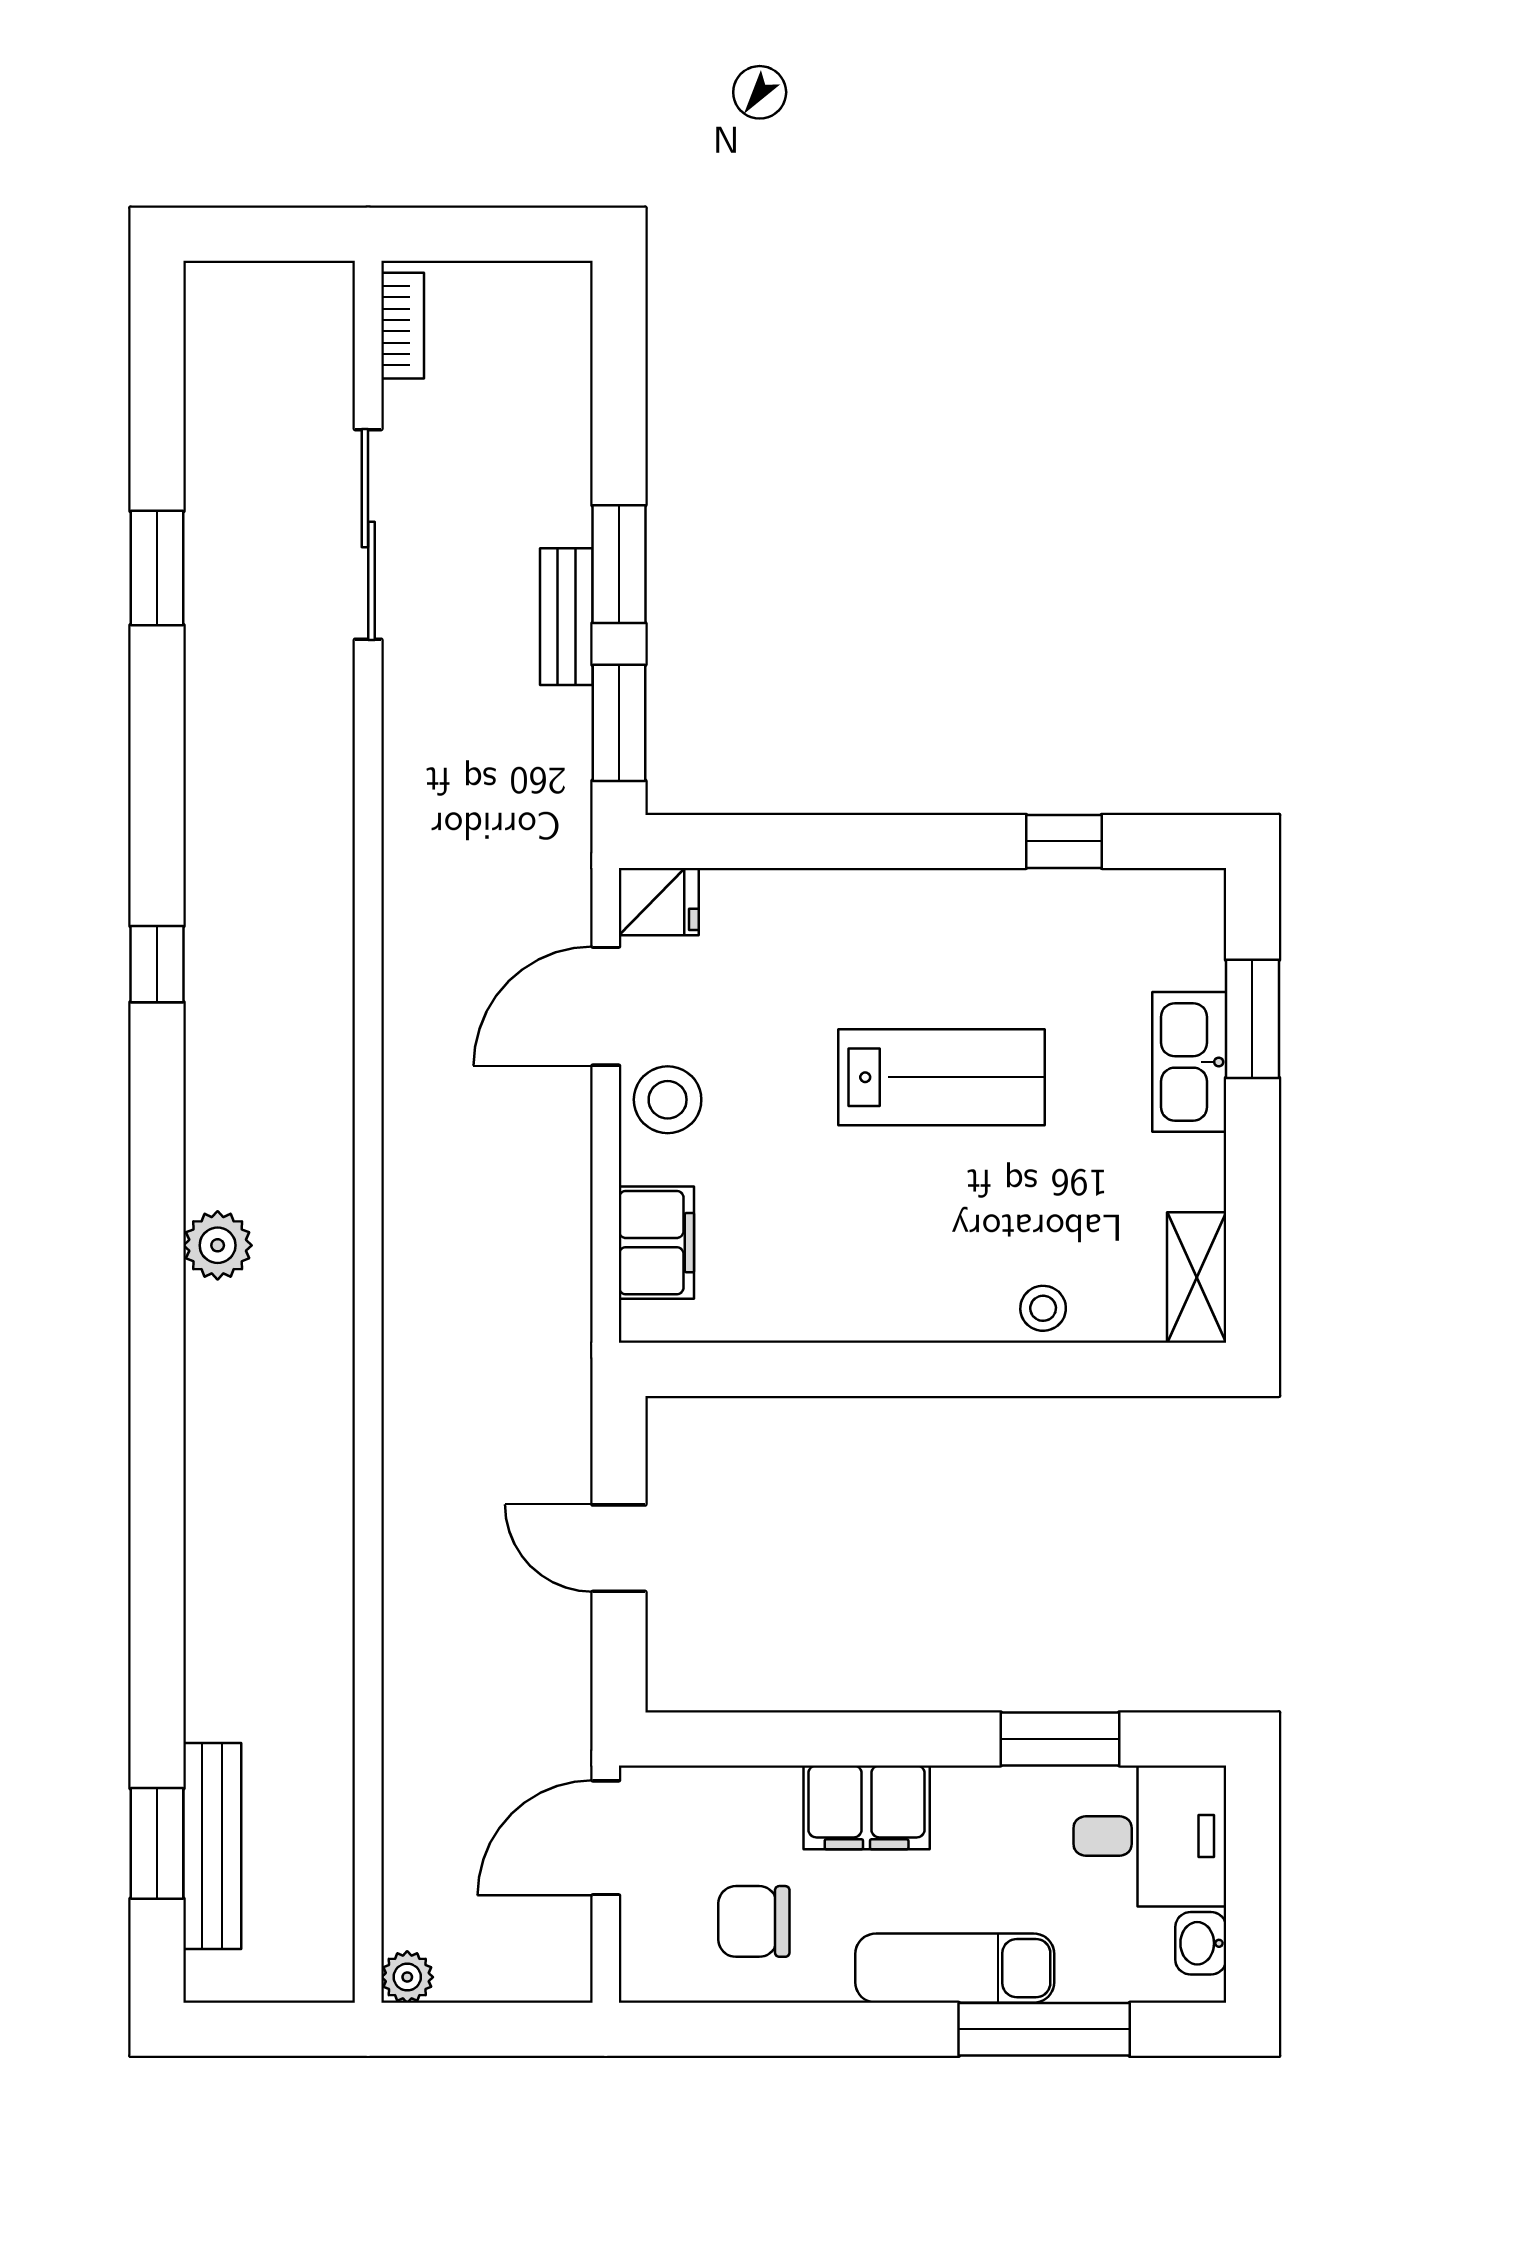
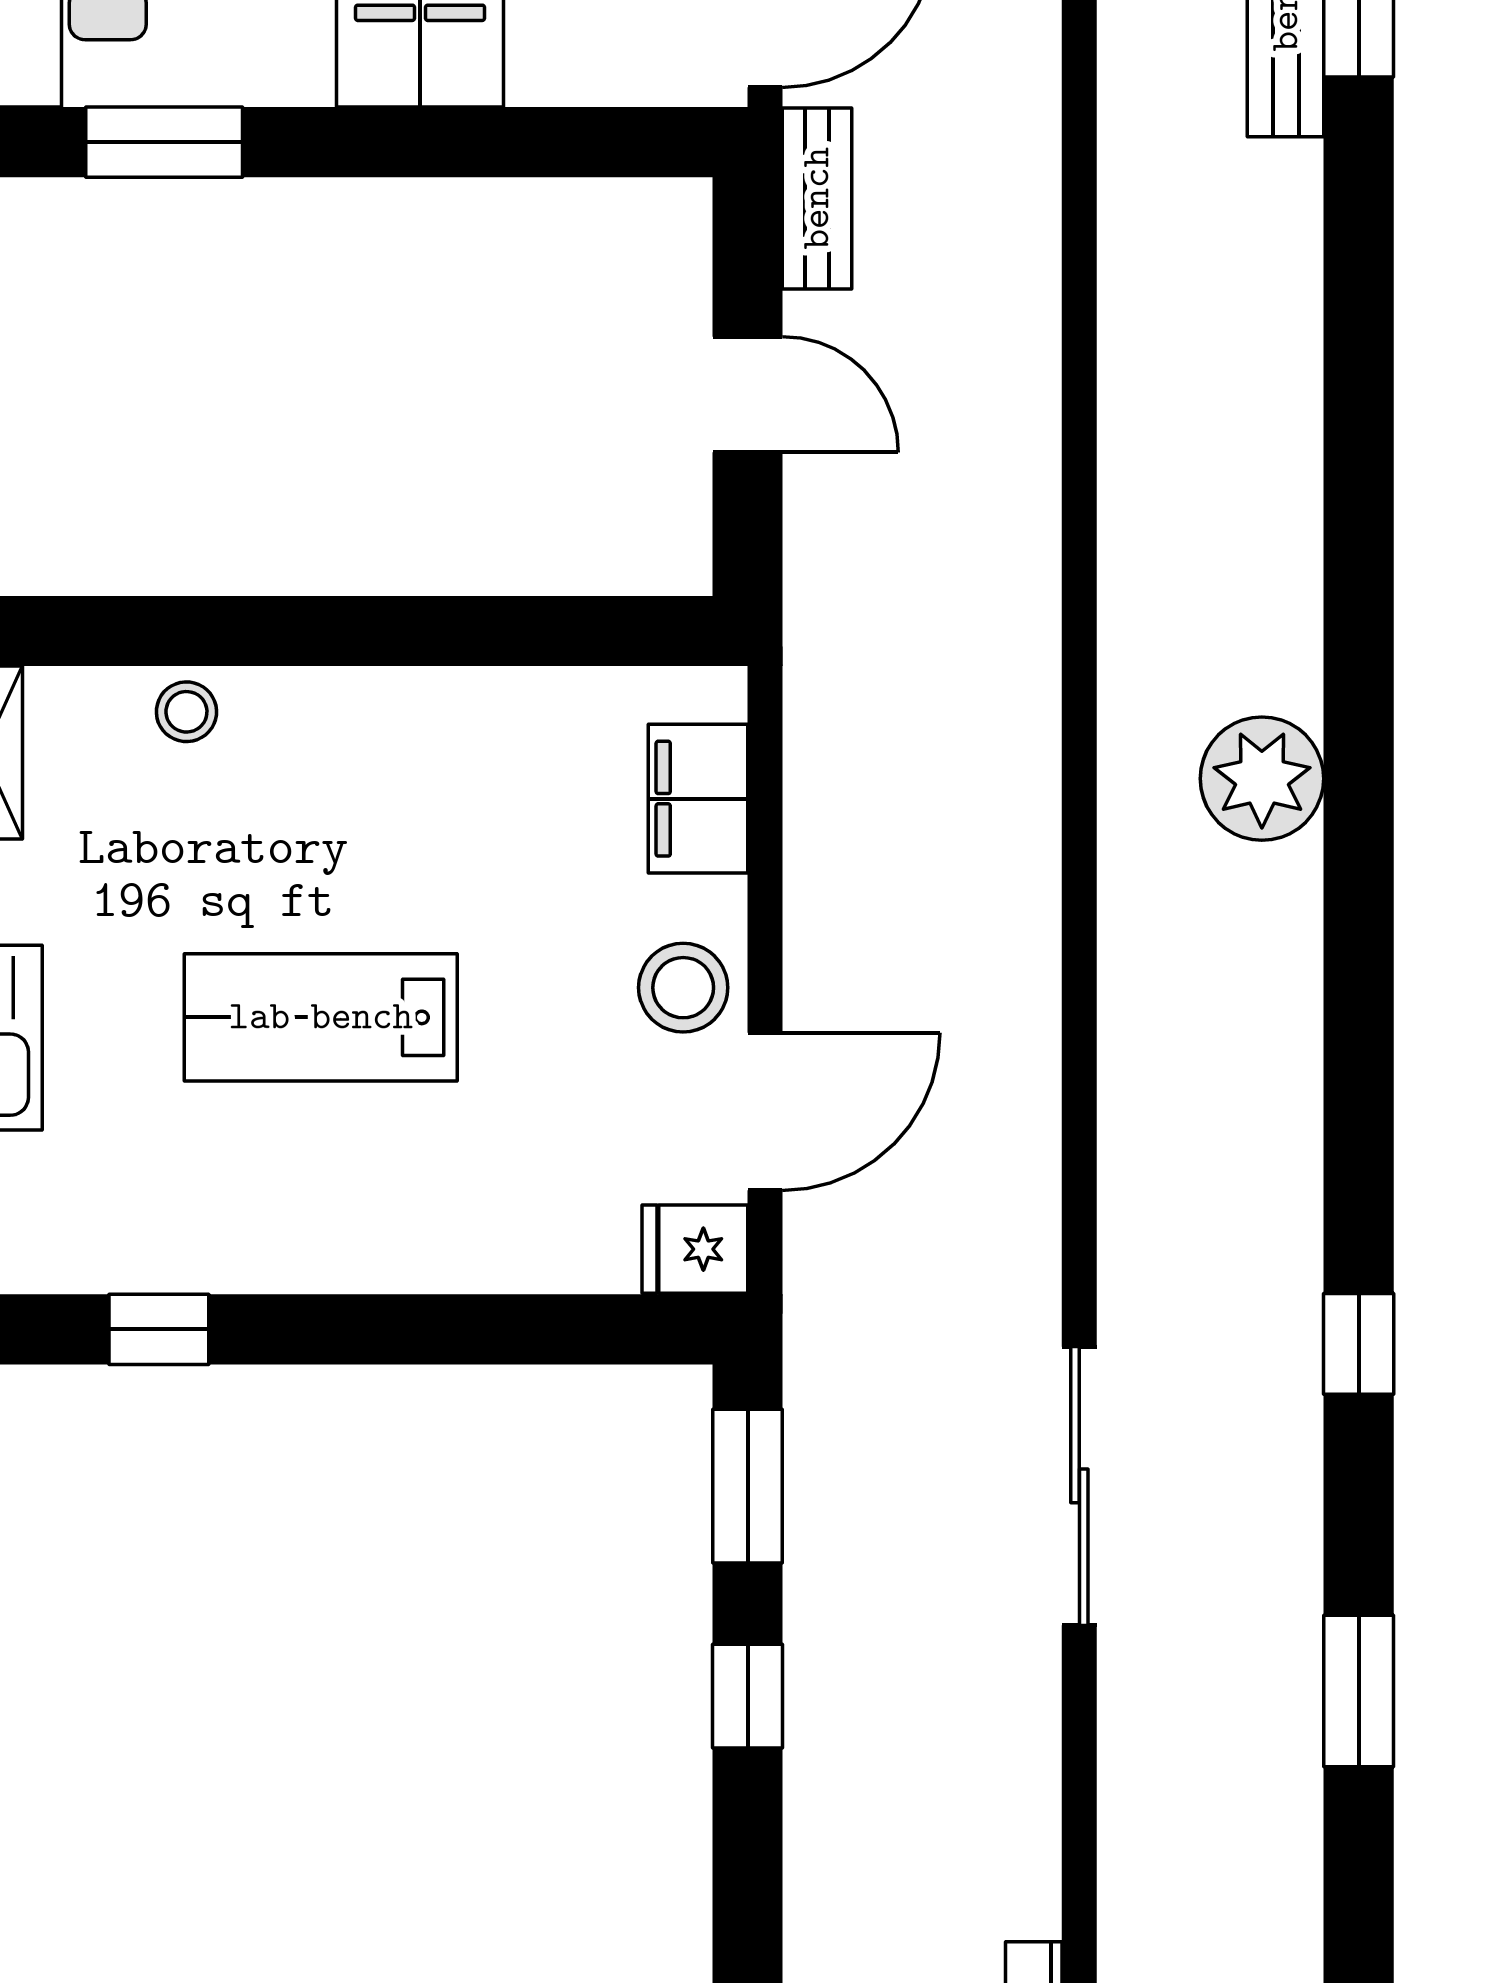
sliding door: (368, 534) -> (1079, 1486), moved
window: (619, 564) -> (748, 1696), width x0.67
bench: (566, 617) -> (817, 198), moved
window: (157, 964) -> (1359, 1344), moved
plant: (218, 1245) -> (1262, 779), width x1.36, depth x1.36

